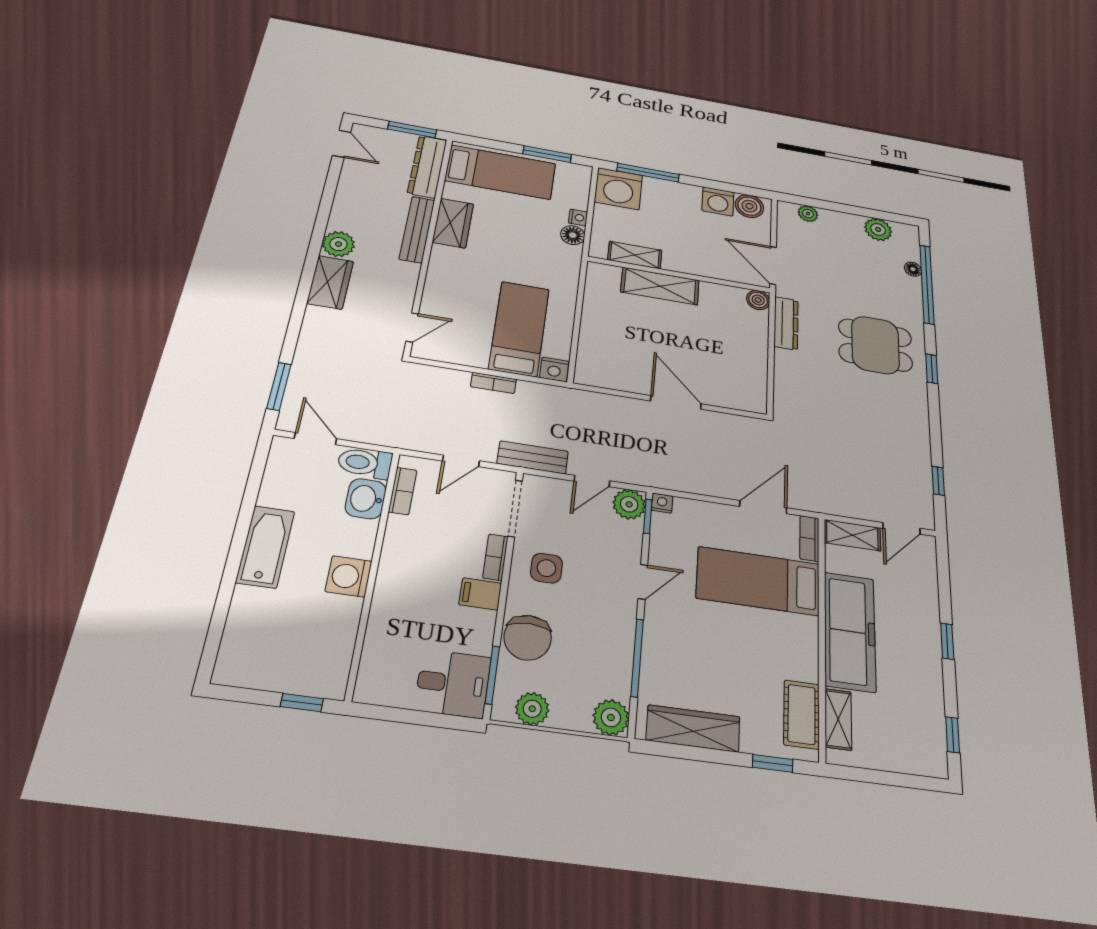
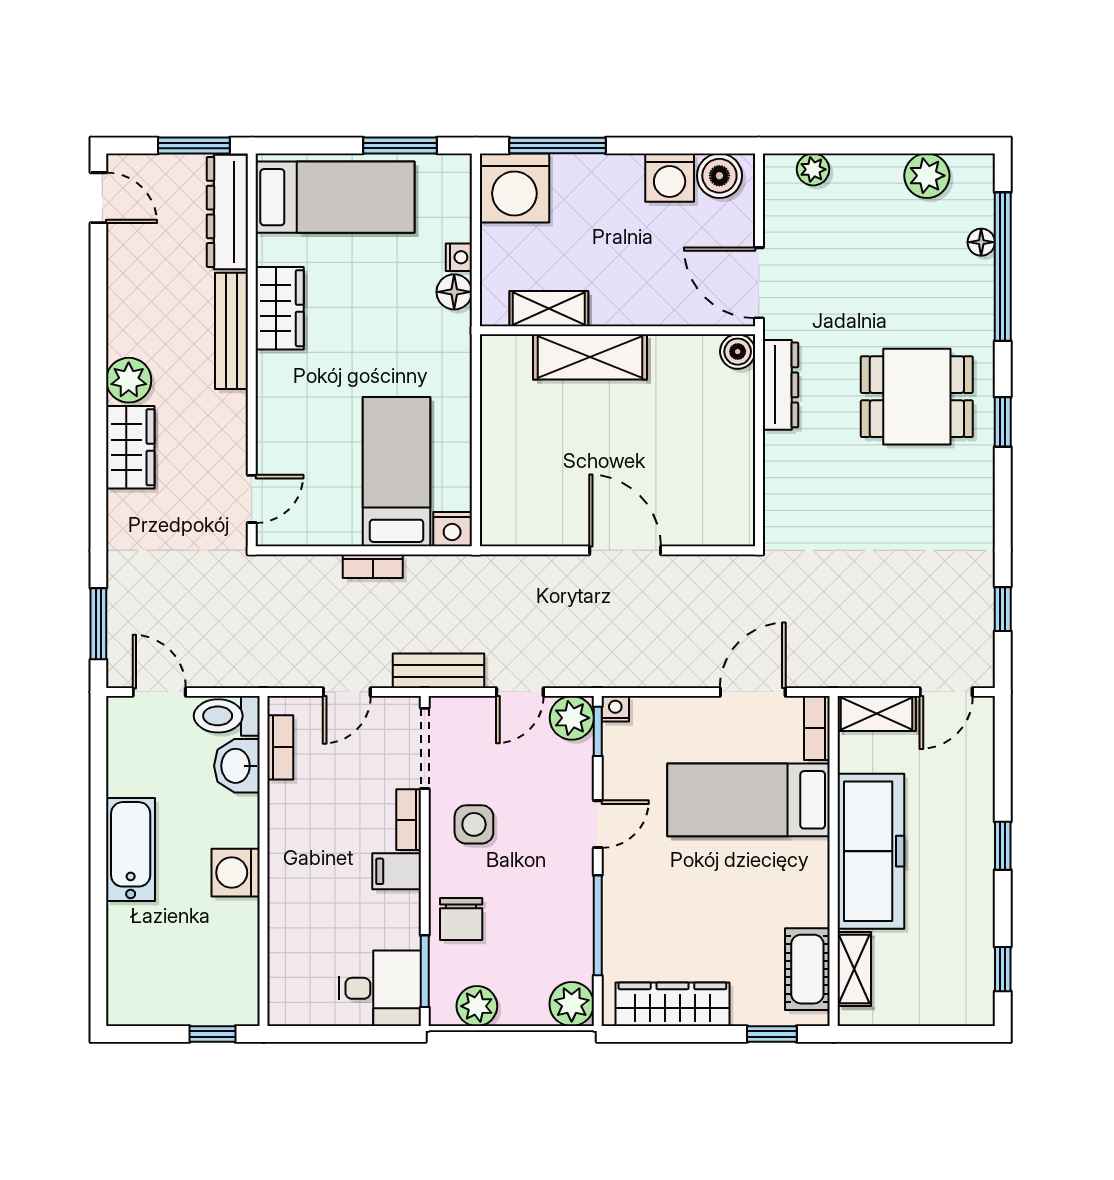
chair: (528, 638) -> (461, 919), width x0.73, depth x0.73

